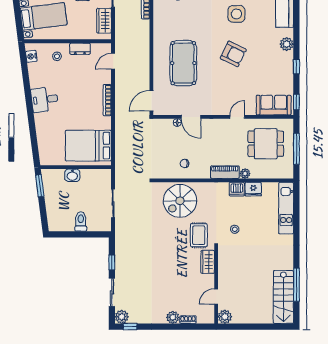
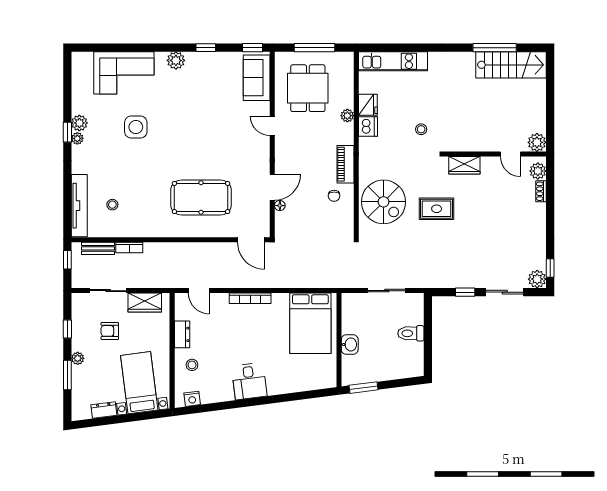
armchair: (233, 54) -> (189, 131), removed
piano: (225, 172) -> (346, 164), moved
rug: (199, 235) -> (437, 209), moved
plant: (173, 317) -> (538, 171), moved

